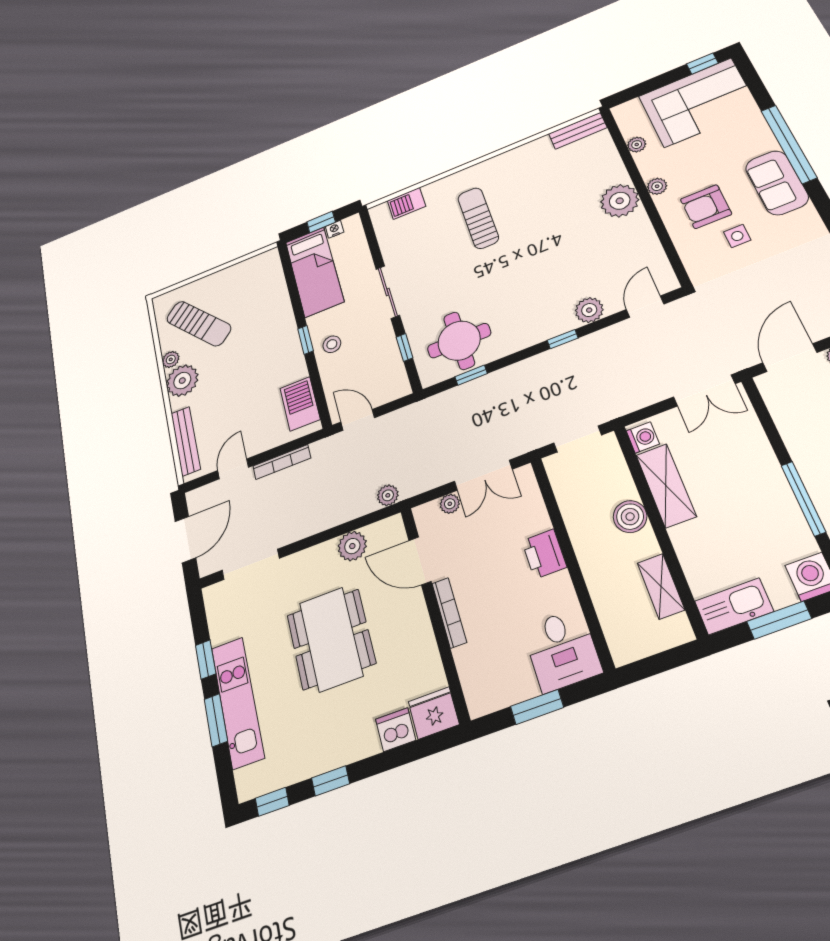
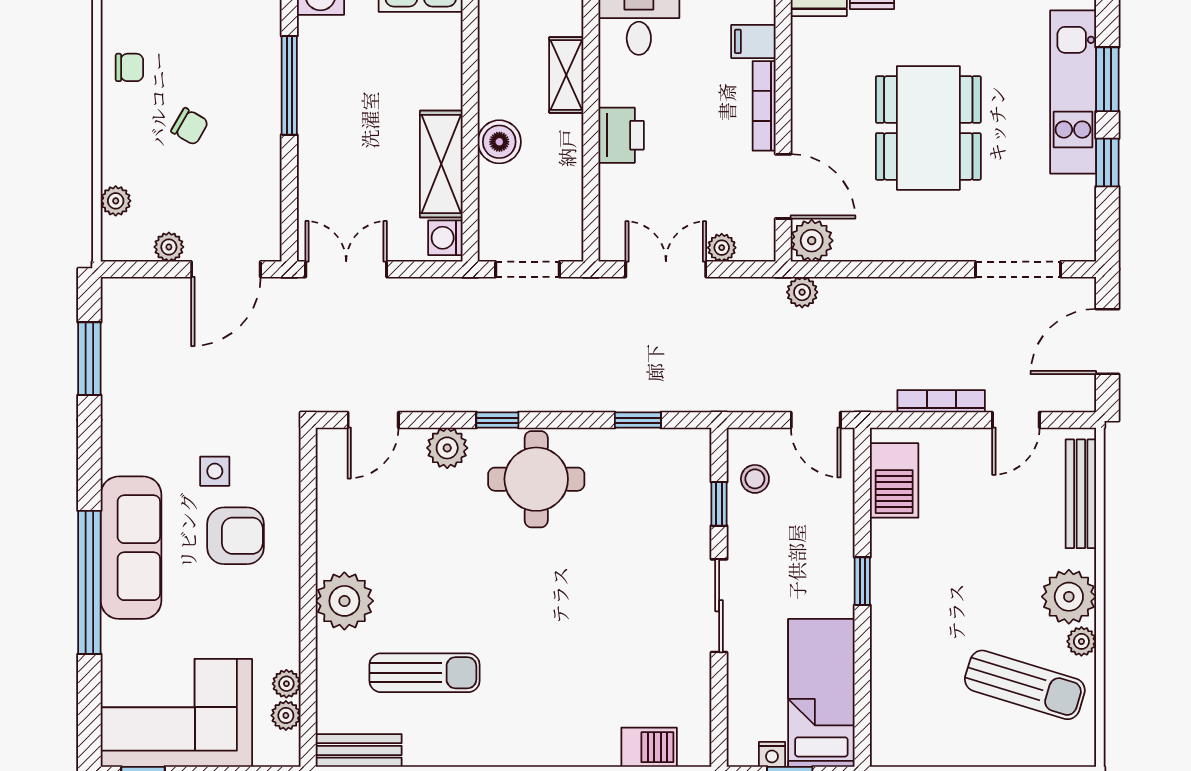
sofa: (777, 183) -> (131, 548), width x1.36
plant: (657, 186) -> (286, 715), moved
sun lounger: (478, 218) -> (425, 673), moved, turned -90
sun lounger: (199, 324) -> (1025, 685), turned 149
round table: (459, 341) -> (536, 479), moved
stool: (332, 344) -> (755, 479), moved
plant: (352, 546) -> (812, 241), moved
shelving: (661, 586) -> (566, 75), moved
filing cabinet: (471, 657) -> (753, 41), added

